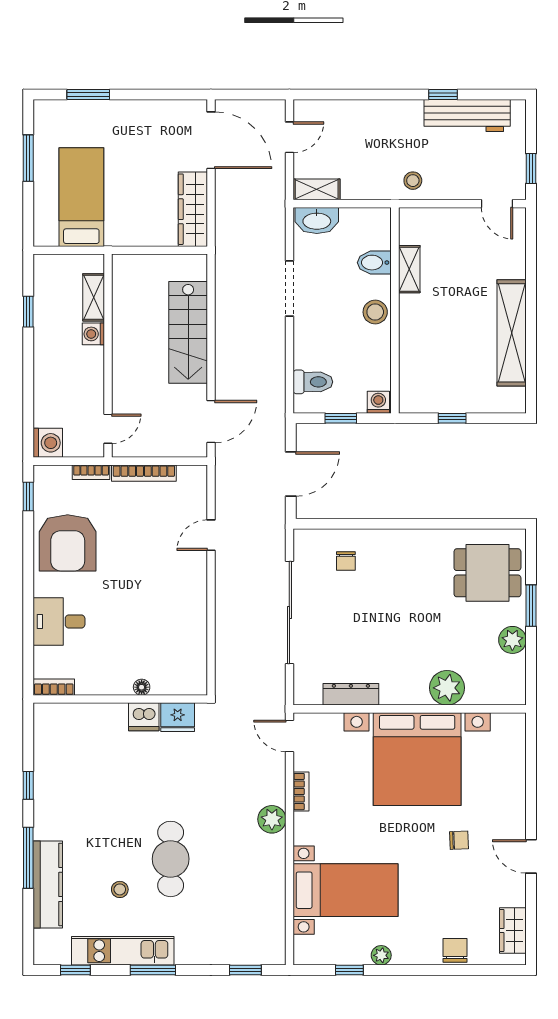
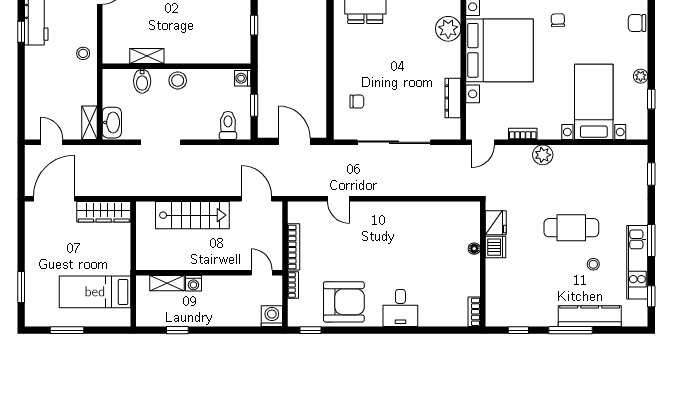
bookcase: (54, 687) -> (474, 312), moved
floor lamp: (142, 687) -> (474, 249), moved
wall: (120, 699) -> (483, 264), moved
dishwasher: (144, 717) -> (495, 247), moved
fridge: (178, 717) -> (496, 223), moved

